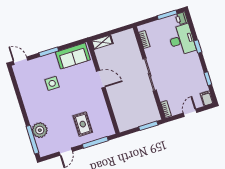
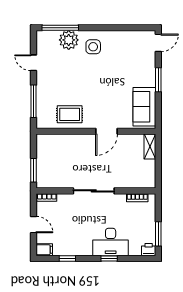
desk: (182, 40) -> (111, 242), moved
side table: (52, 83) -> (93, 47), moved
rug: (83, 124) -> (70, 114), moved

